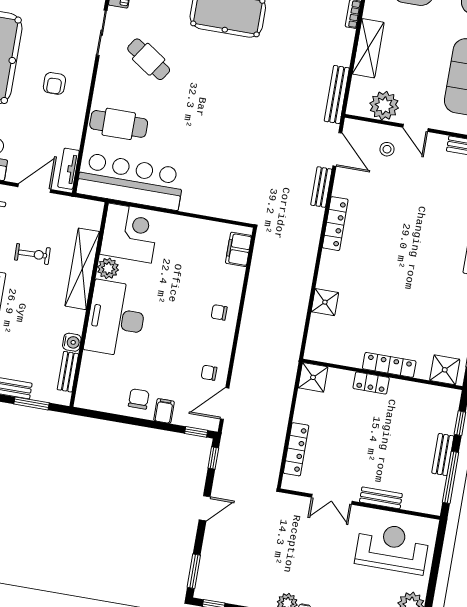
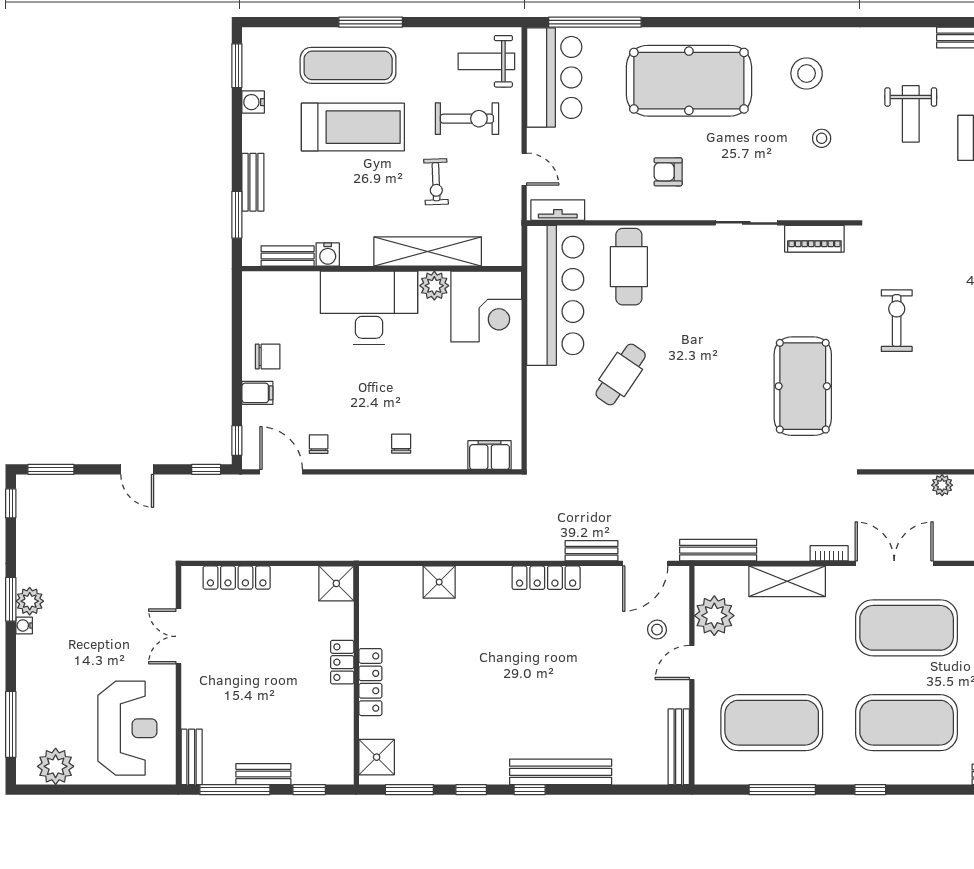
cafe table: (149, 59) -> (621, 374), moved
door: (34, 188) -> (524, 169), width x0.73
bench: (381, 498) -> (192, 757), moved

